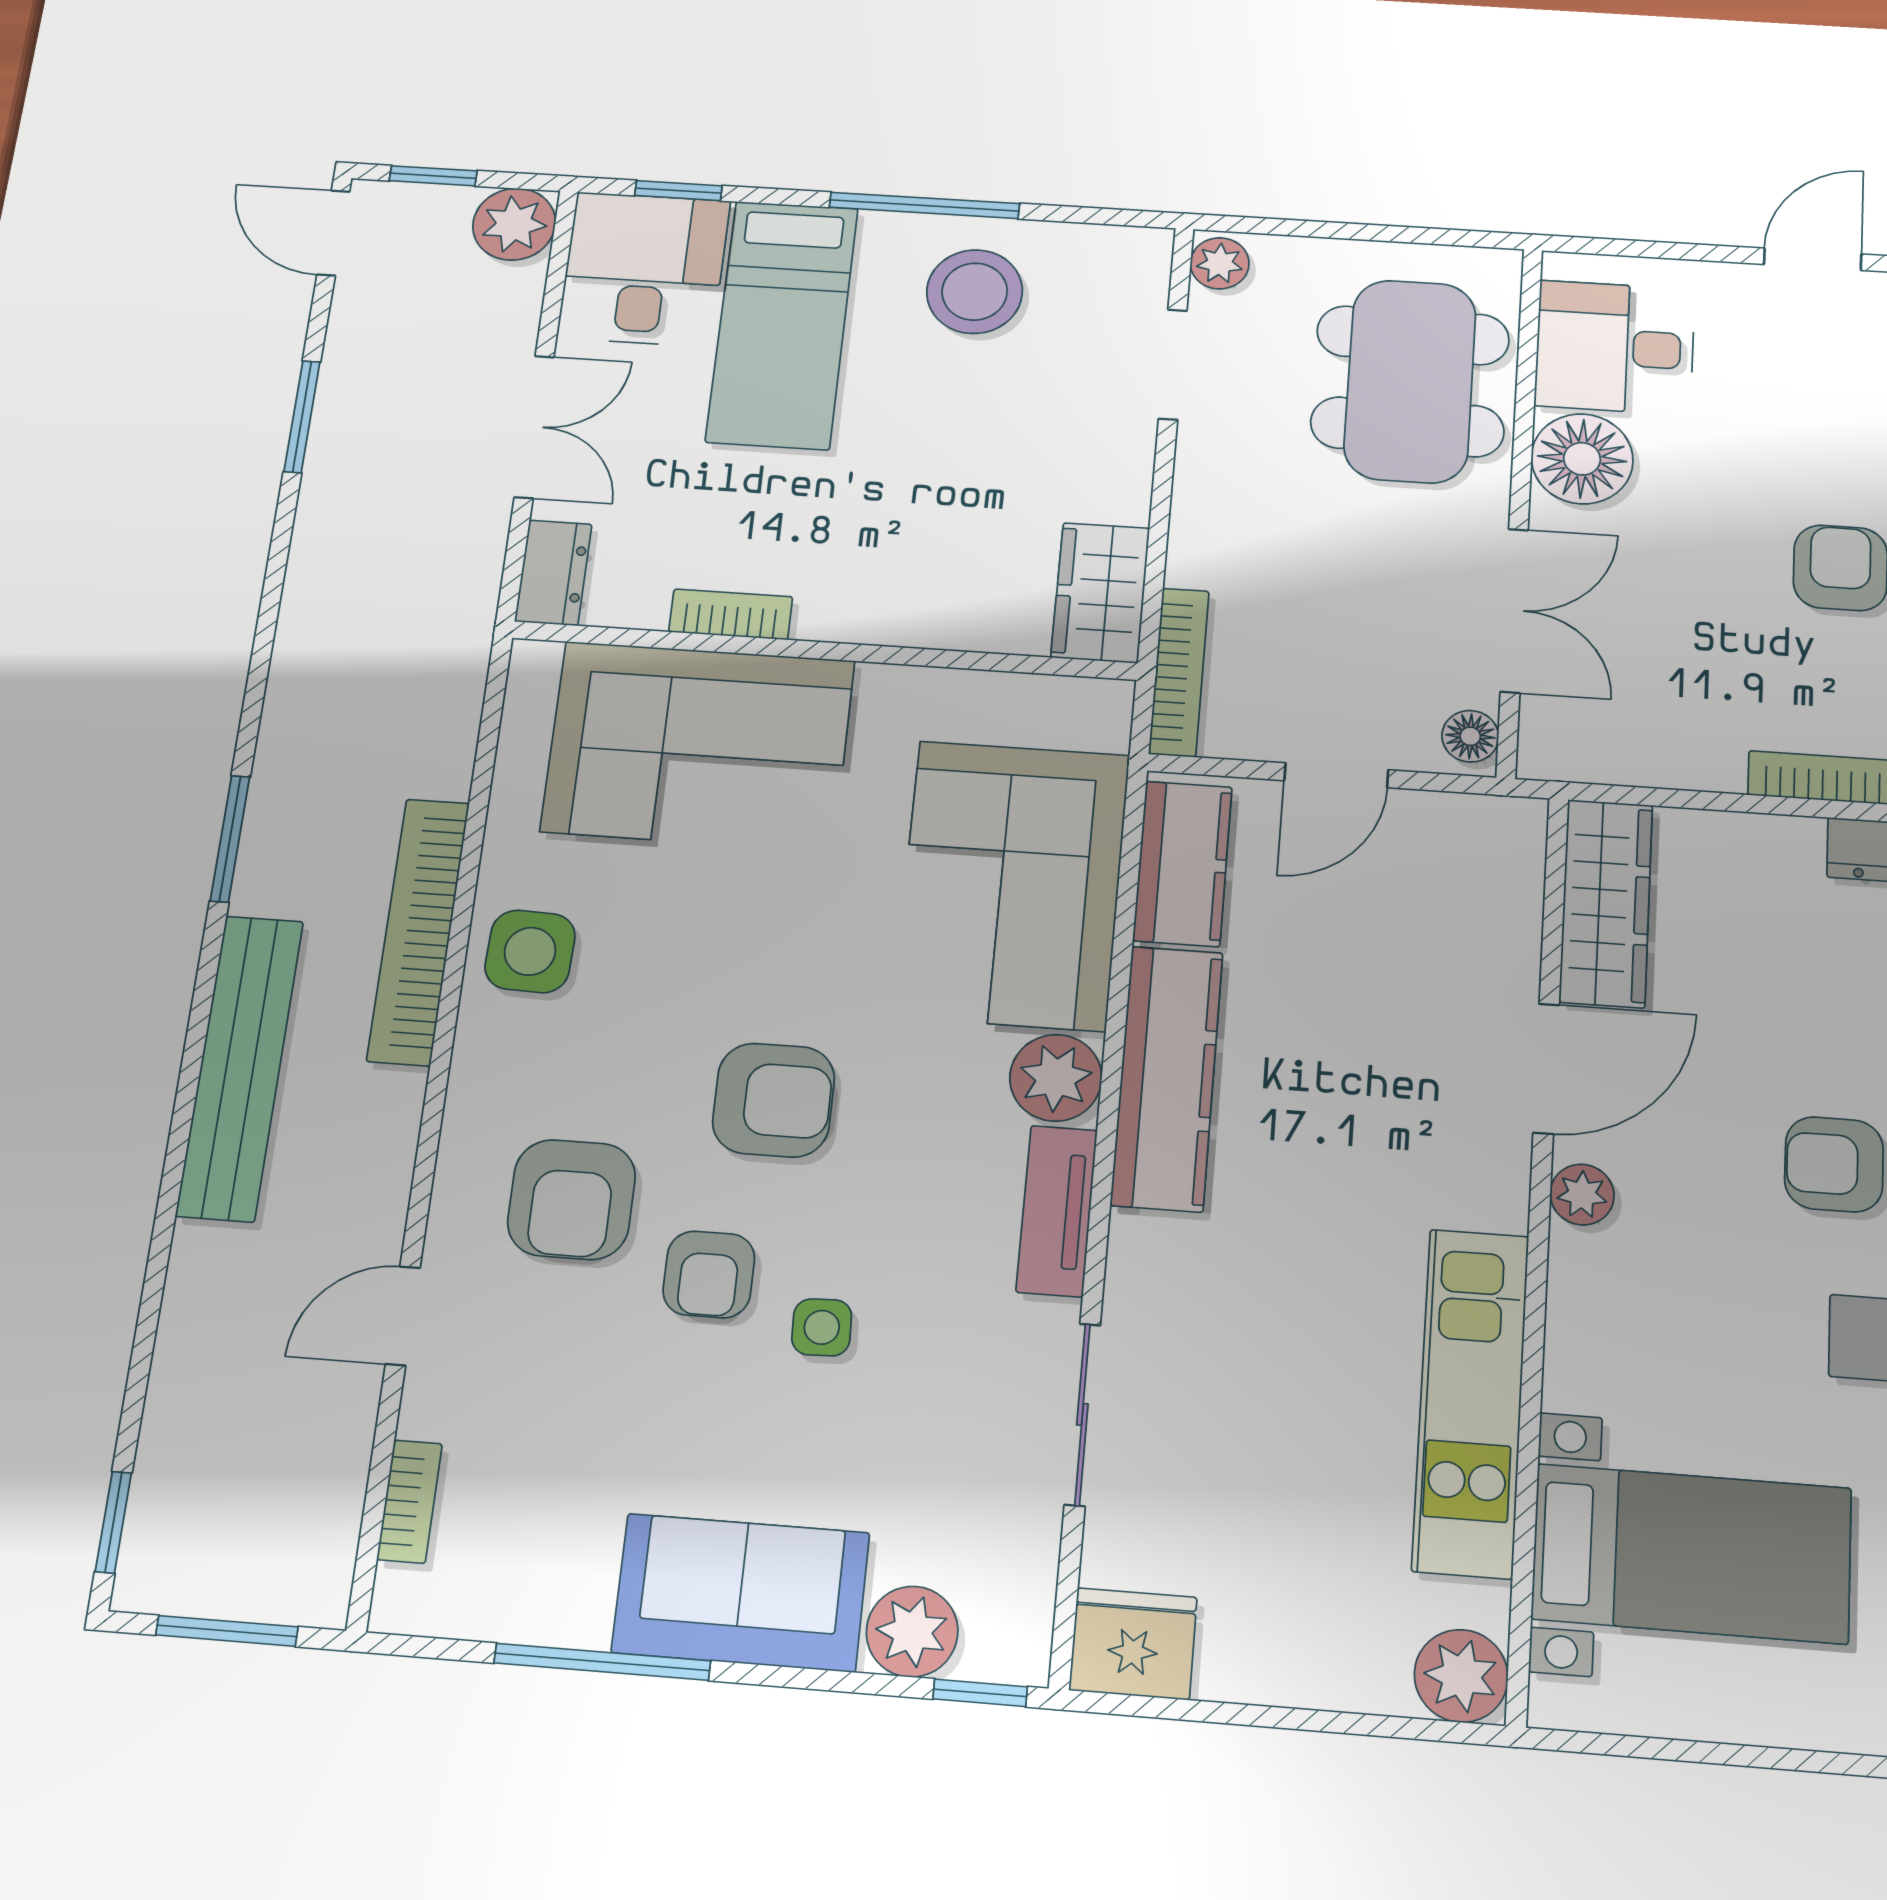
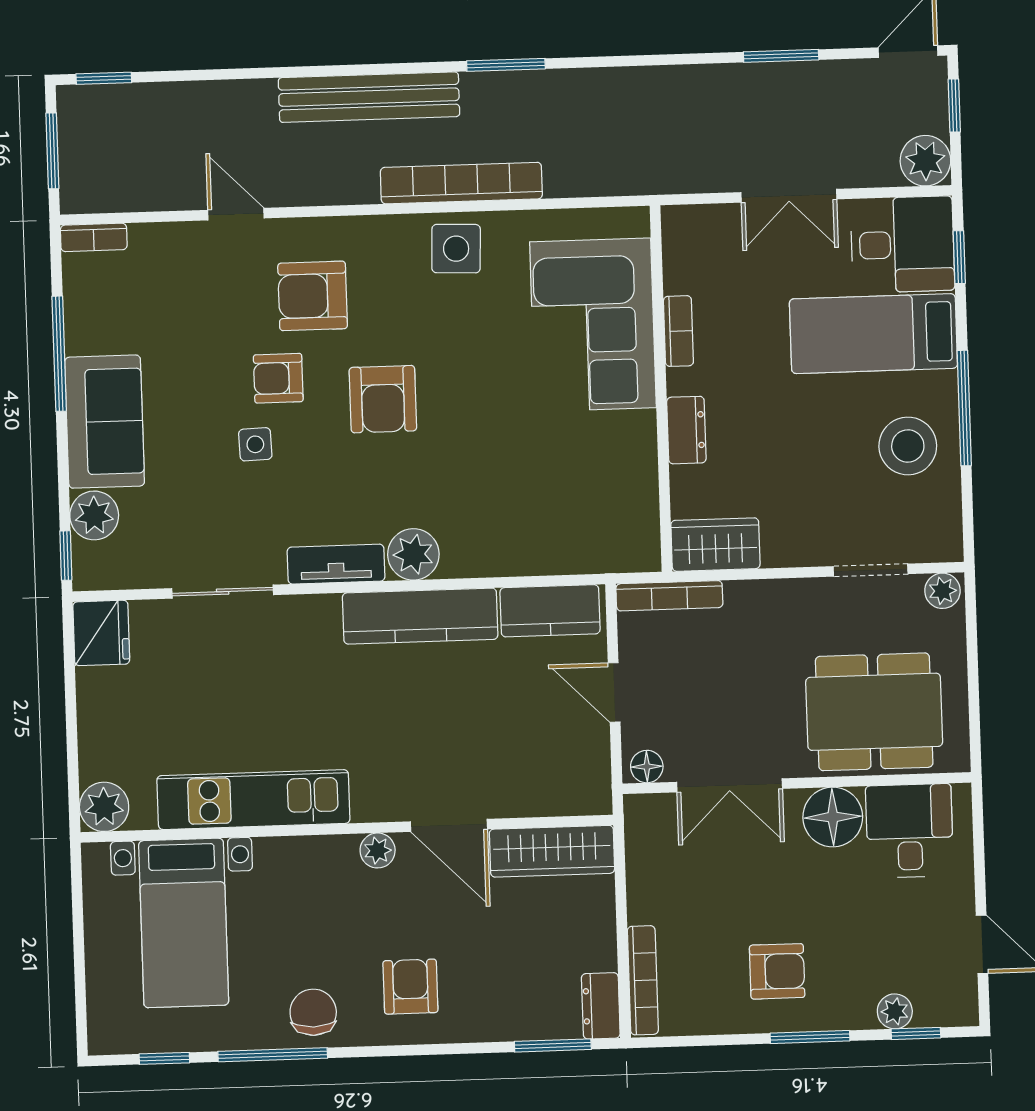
dresser: (553, 573) -> (686, 430), moved, turned -90
corner sofa: (1012, 885) -> (526, 516), removed
bookcase: (410, 1501) -> (94, 237), moved

